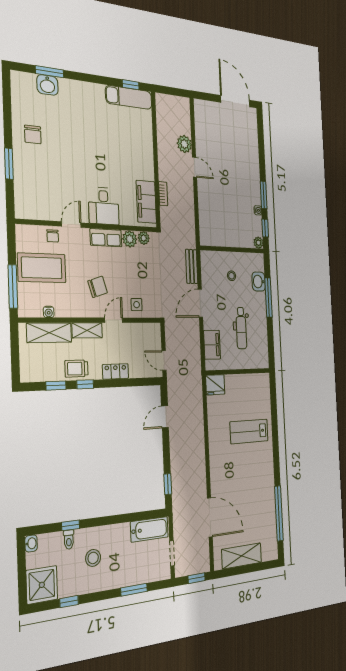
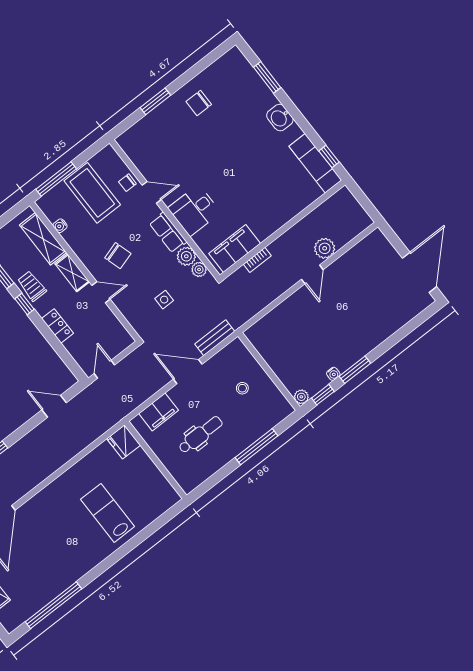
washbasin: (47, 85) -> (280, 118), moved
washbasin: (259, 282) -> (263, 424), removed
side table: (137, 305) -> (164, 300), moved
dental chair: (241, 328) -> (201, 435), turned 180

